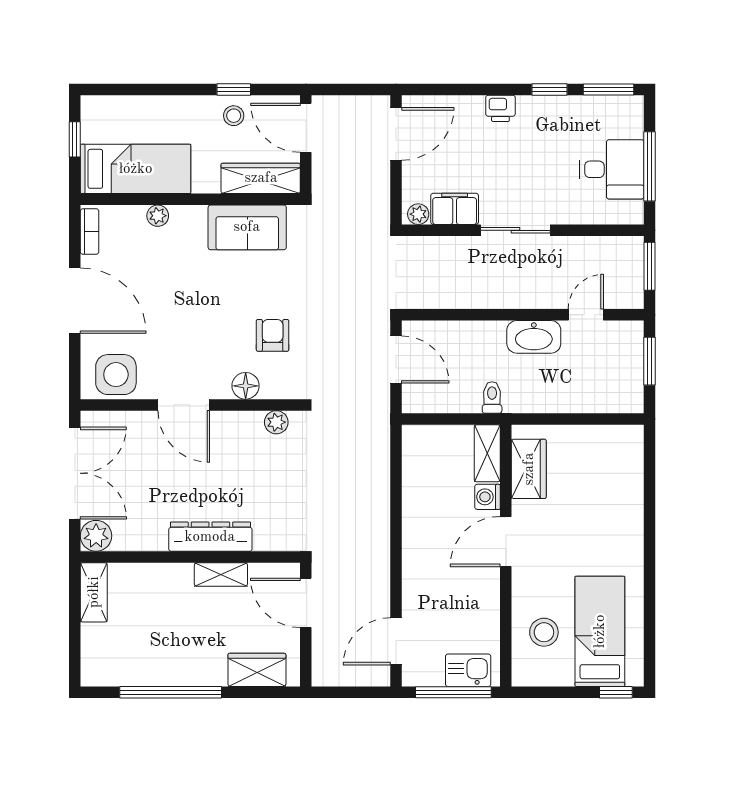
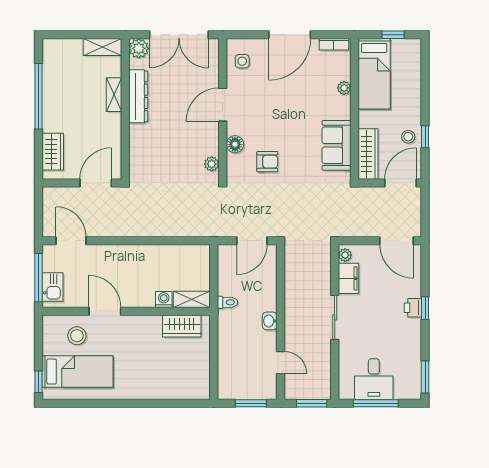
window: (549, 89) -> (425, 308), moved
washbasin: (534, 337) -> (270, 321), width x0.52, depth x0.69
side table: (116, 375) -> (242, 61), width x0.54, depth x0.54
dresser: (210, 537) -> (138, 96), moved
door: (506, 542) -> (105, 311), moved
shelving: (221, 575) -> (114, 95), moved

